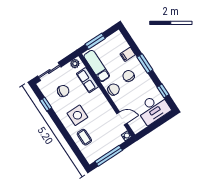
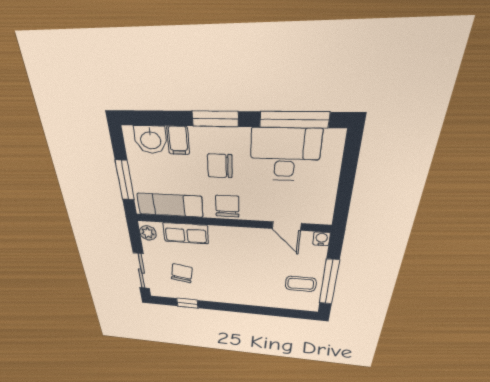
washbasin: (121, 44) -> (151, 140), added
window: (163, 91) -> (294, 120), width x2.17
desk: (153, 109) -> (285, 155), moved, turned -90
side table: (77, 115) -> (232, 280), removed
door: (122, 118) -> (287, 226), swing flipped
coffee table: (84, 137) -> (301, 284), moved

